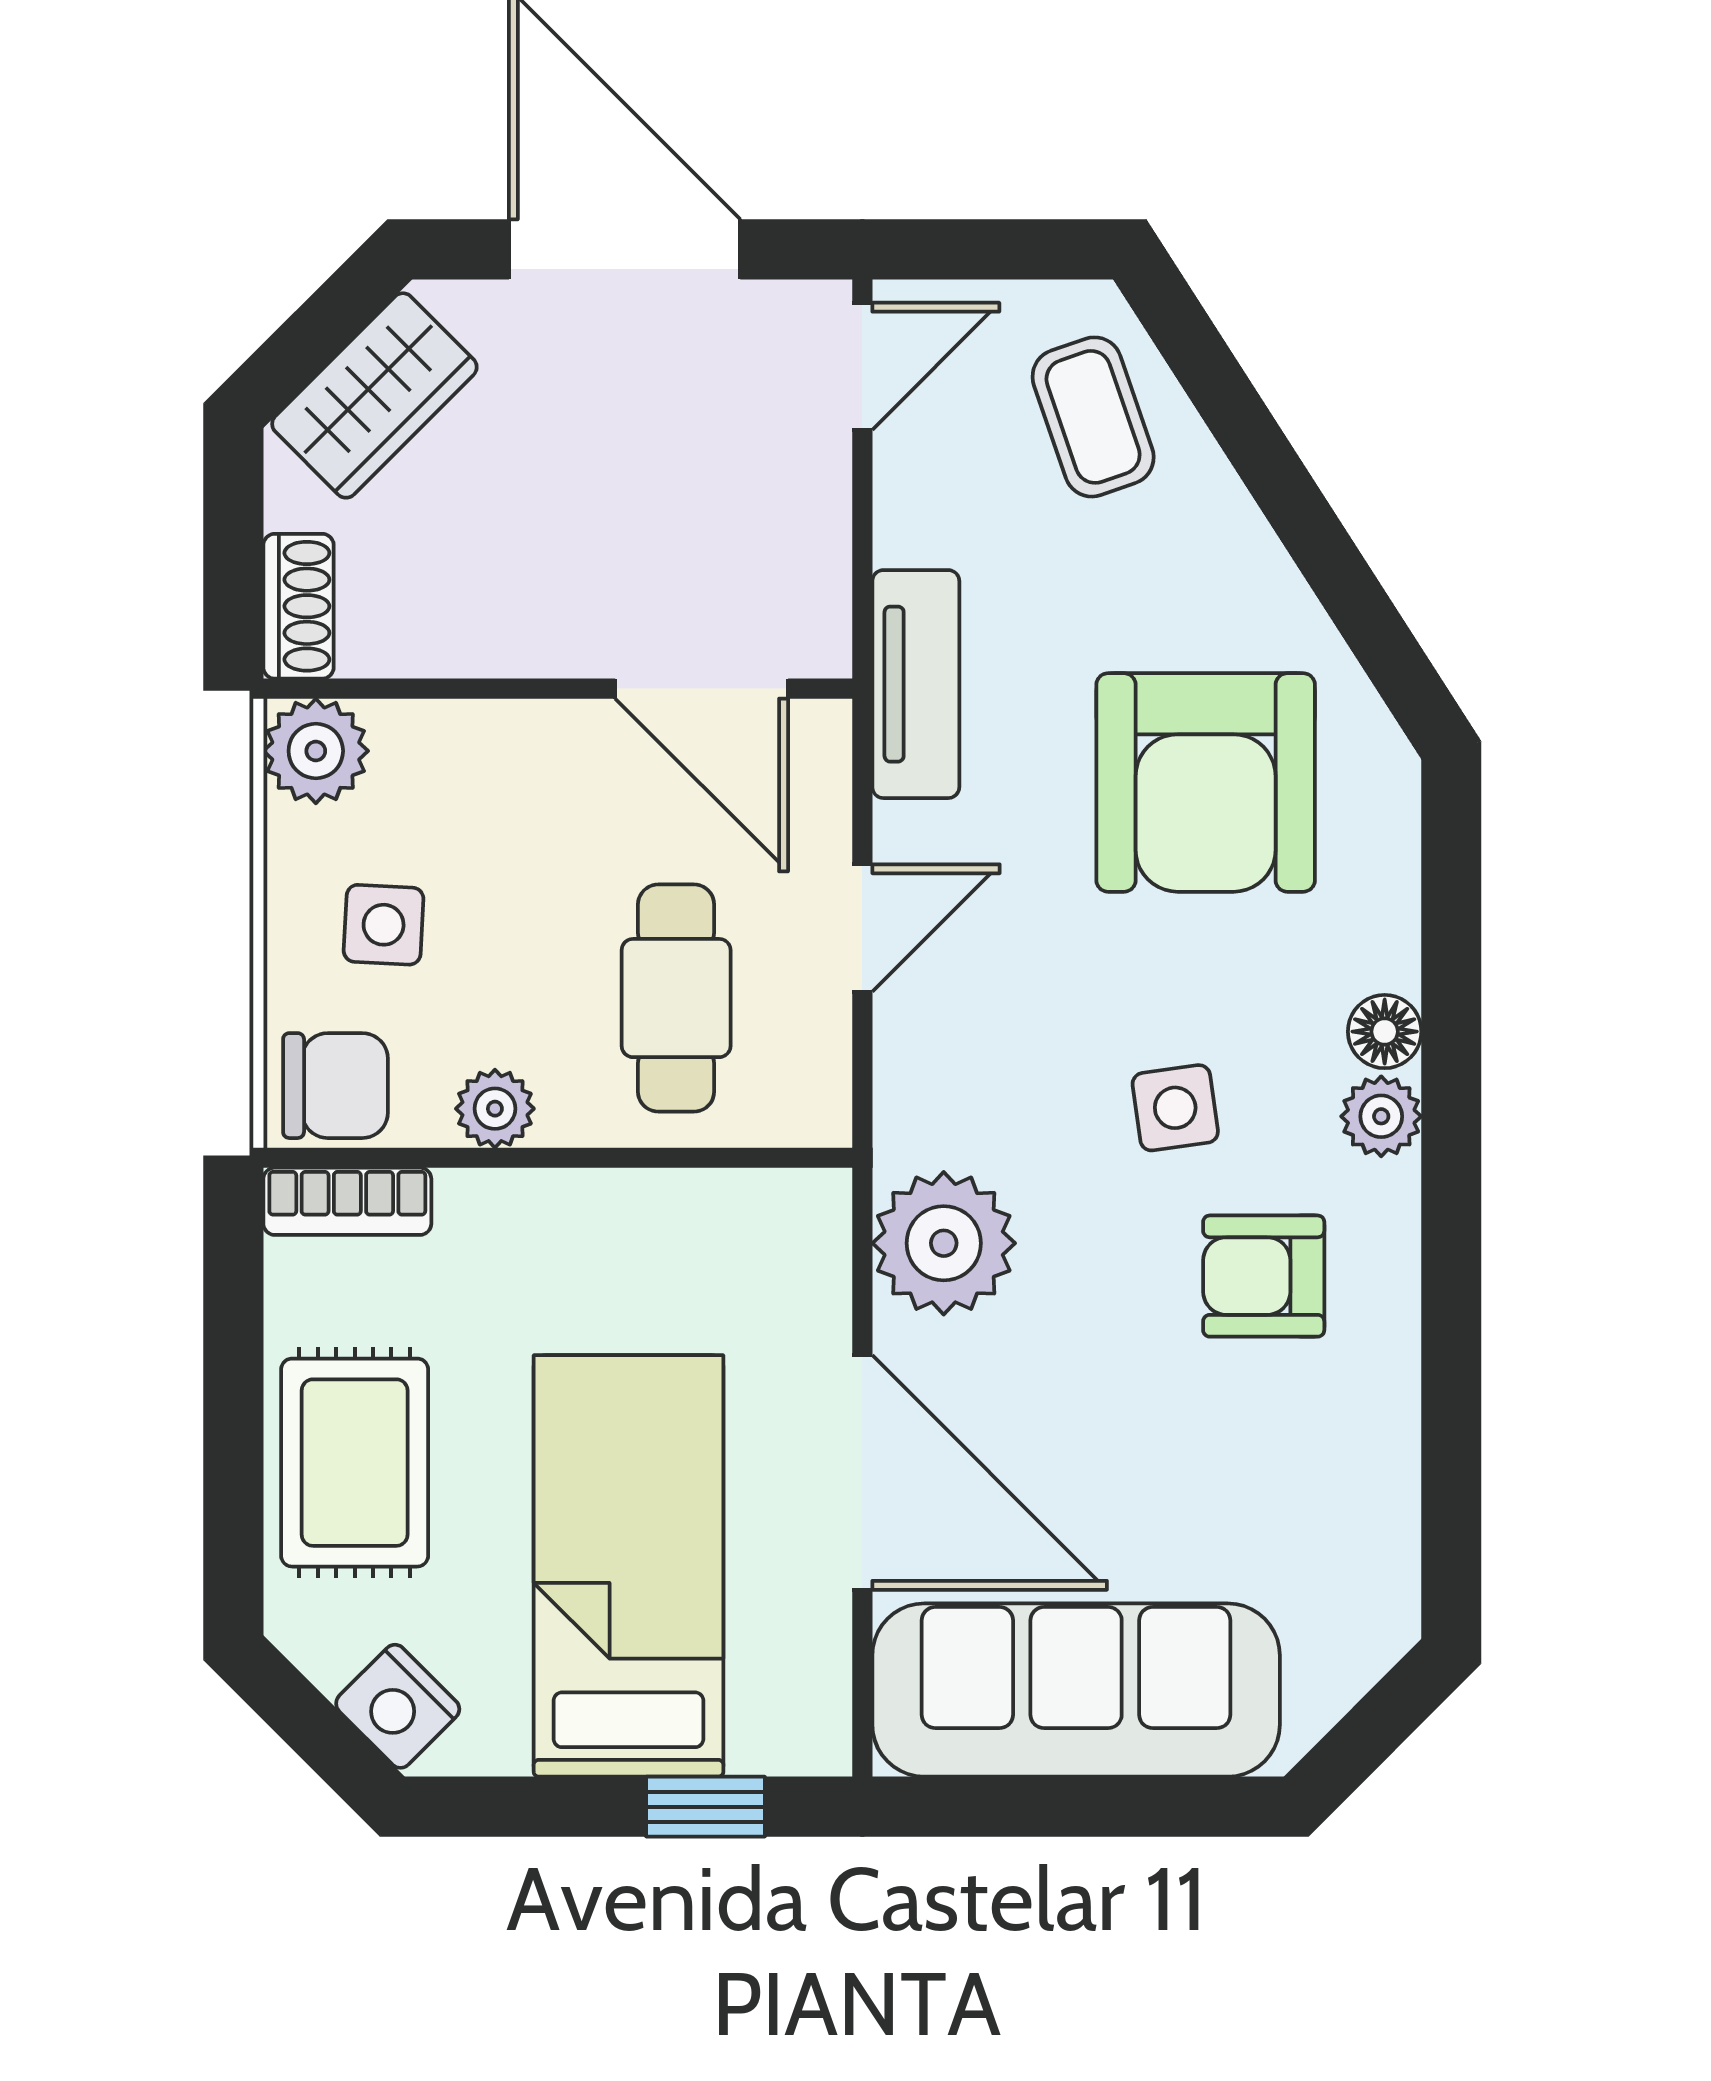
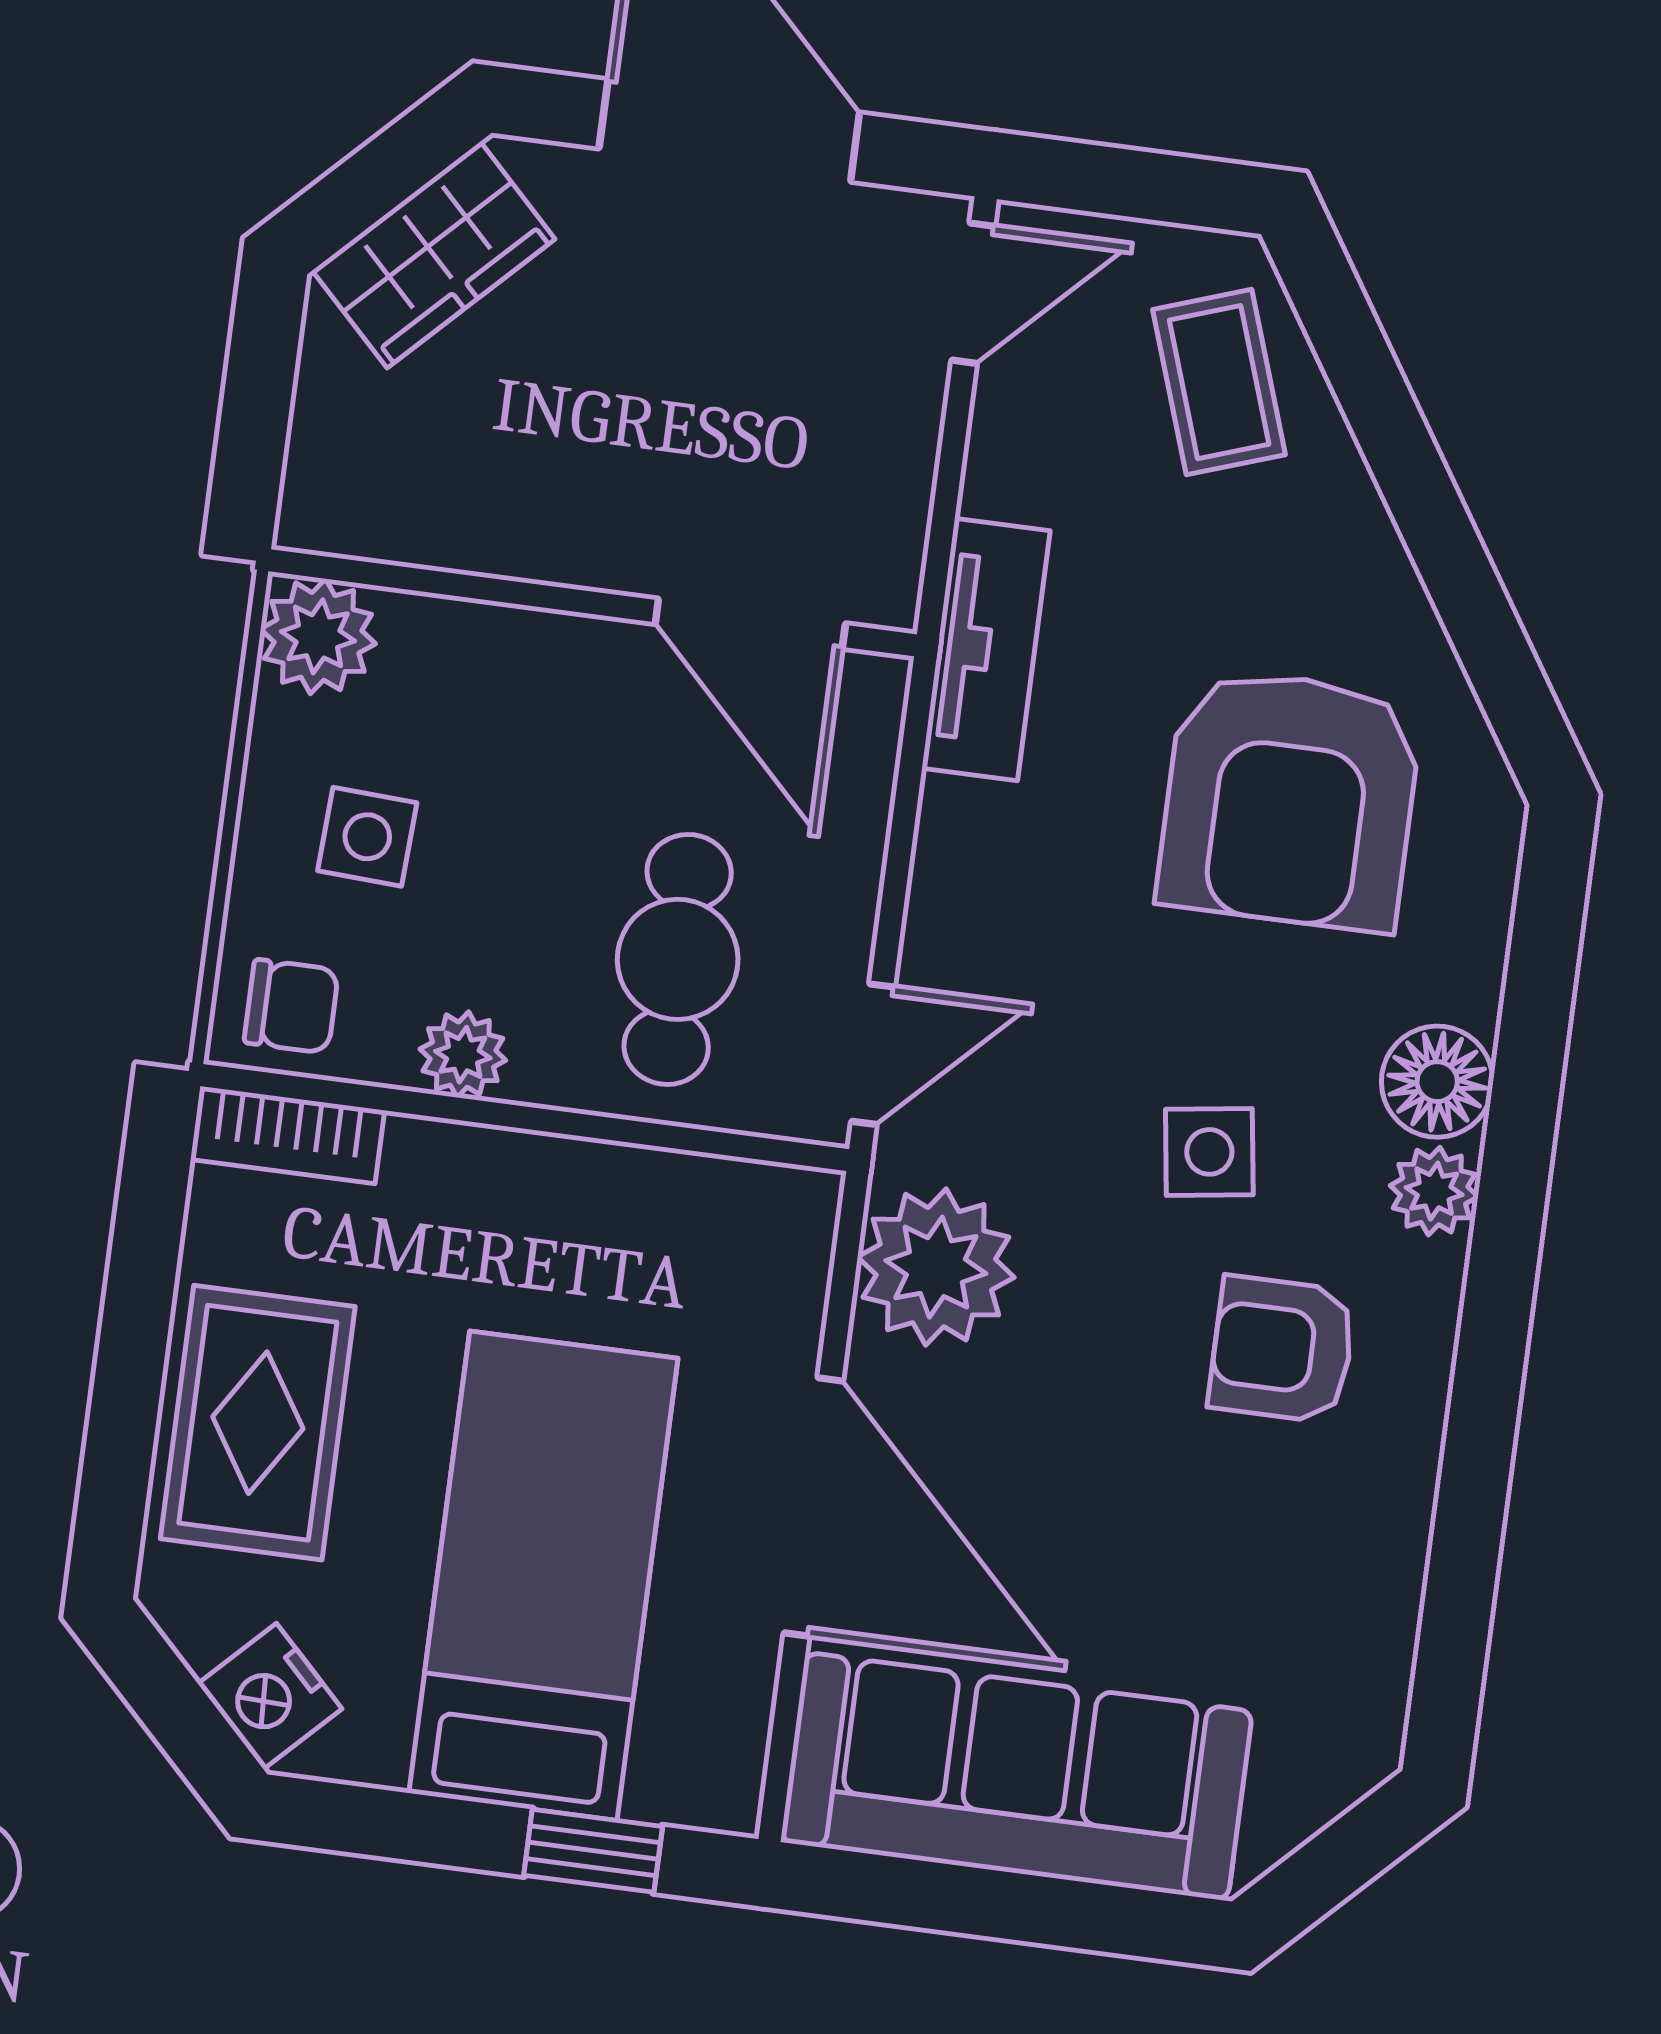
shoe rack: (298, 606) -> (320, 475), removed
door: (862, 928) -> (873, 1054), moved
floor lamp: (1385, 1032) -> (1437, 1082), width x1.37, depth x1.37
chair: (336, 1086) -> (291, 1006), width x0.73, depth x0.73

